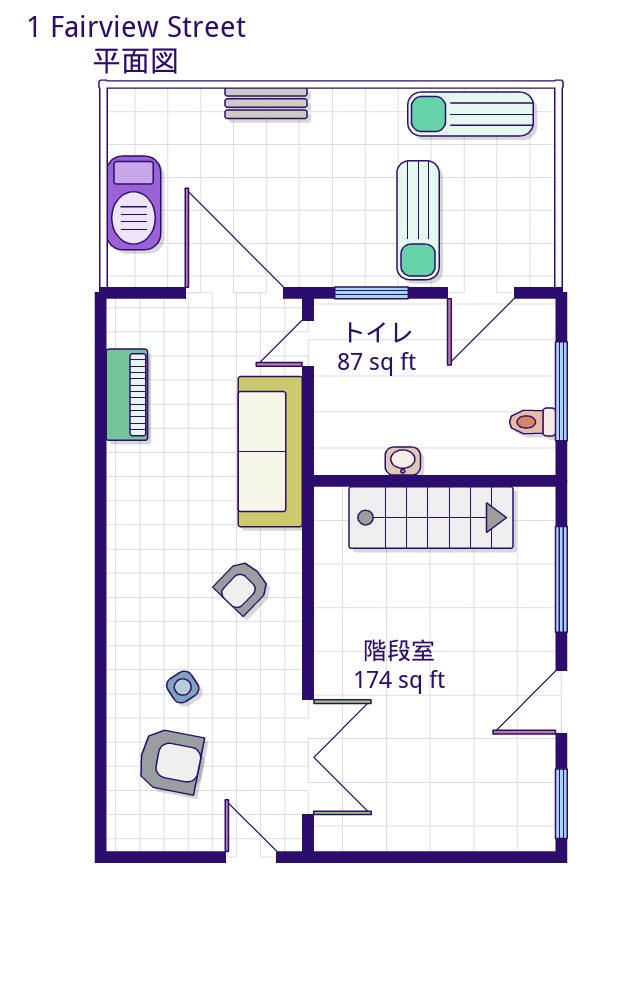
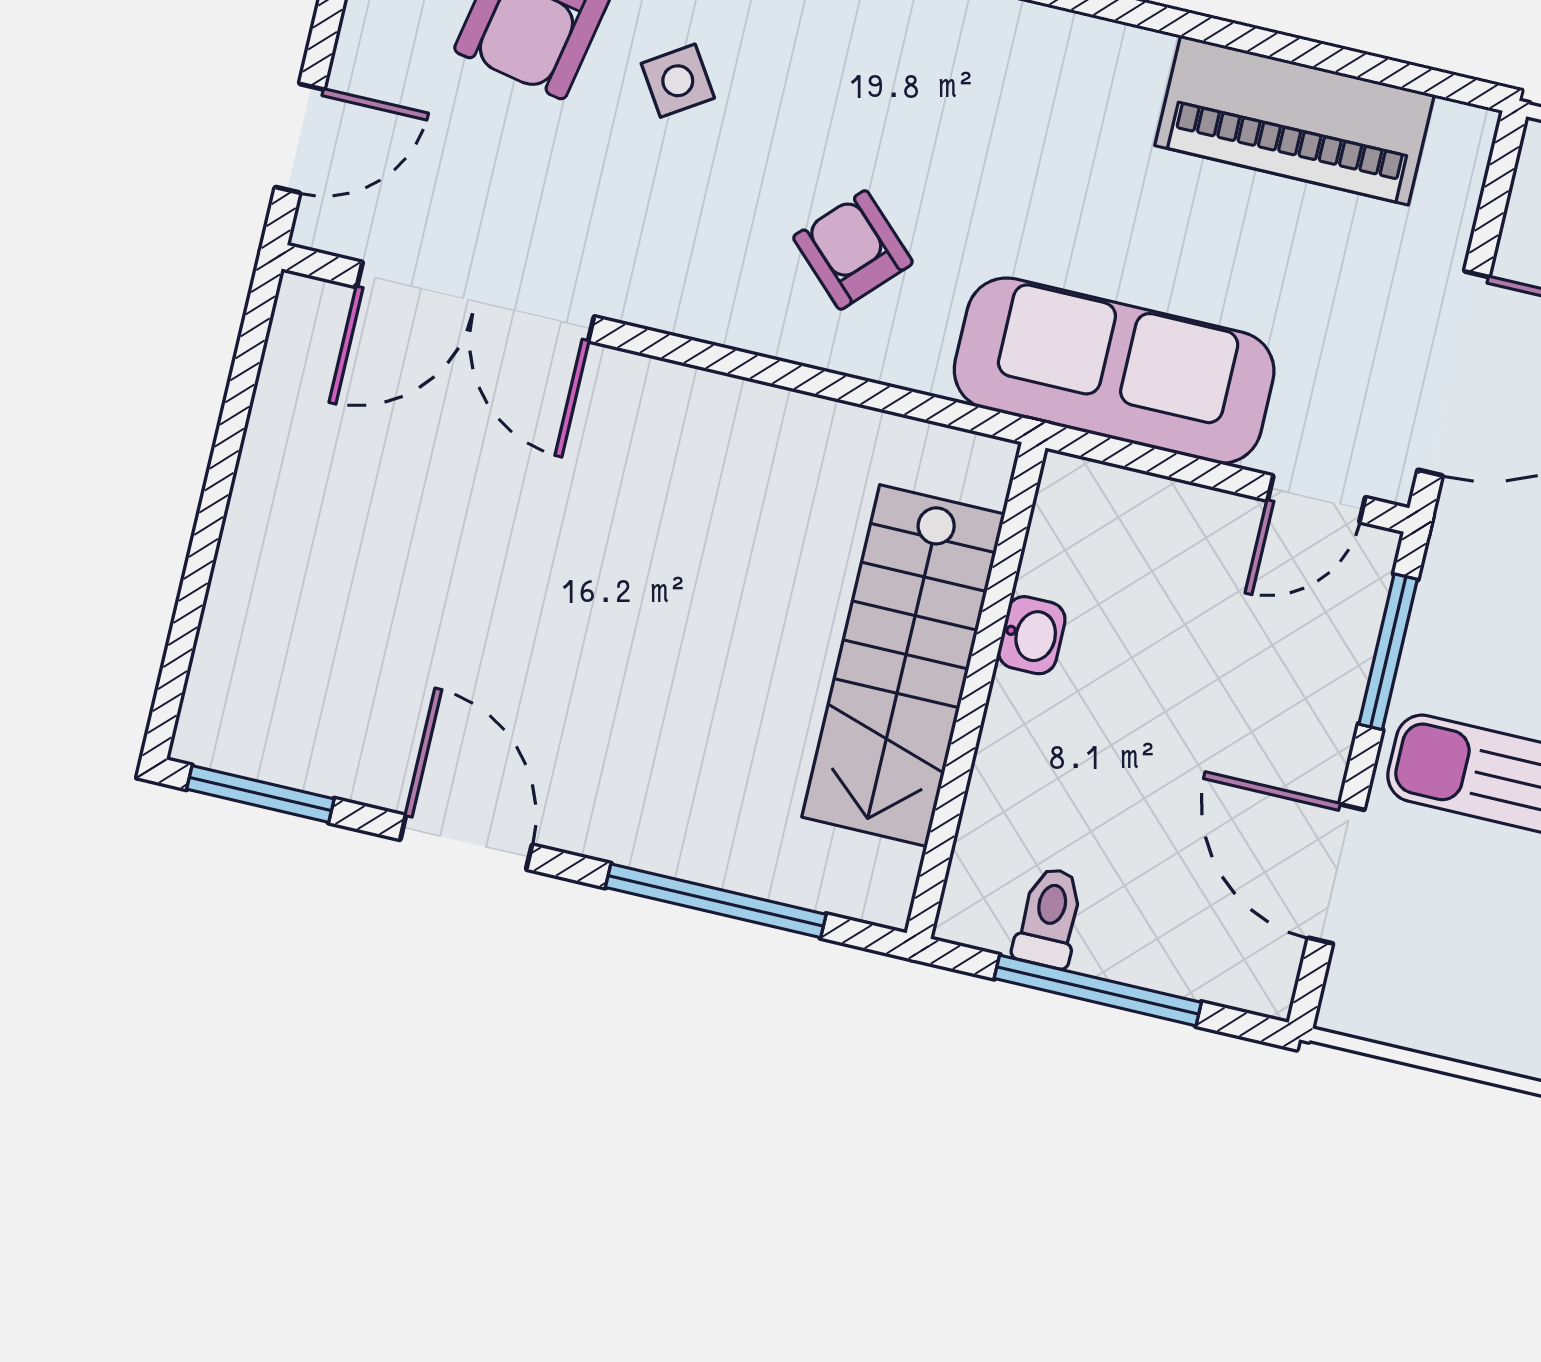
door: (308, 343) -> (1316, 499), swing flipped
piano: (127, 395) -> (1295, 120), width x1.37, depth x1.33

